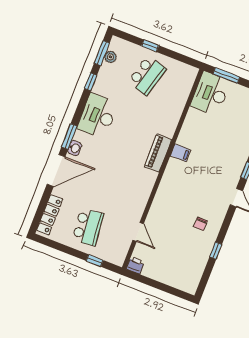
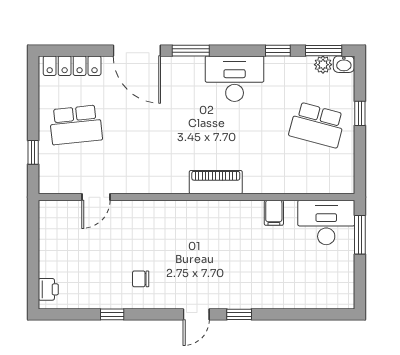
washbasin: (75, 148) -> (344, 64), moved
filing cabinet: (180, 153) -> (274, 213), moved
printer: (135, 265) -> (48, 289), moved

